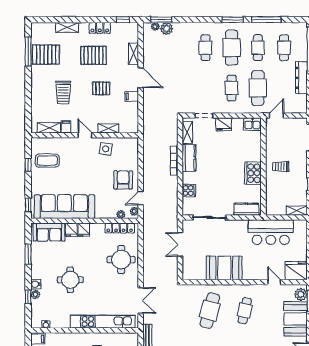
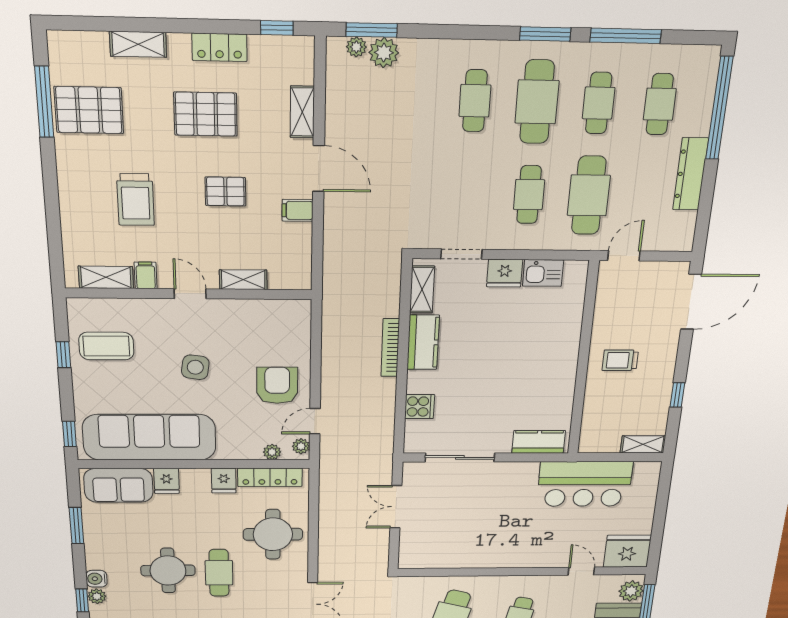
kitchen sink: (252, 124) -> (543, 273), moved
side table: (106, 149) -> (195, 367), moved
cooker: (253, 173) -> (559, 373), removed
fridge: (84, 230) -> (224, 481), moved
booth: (224, 268) -> (484, 548), removed
cafe table: (95, 281) -> (219, 573), added

